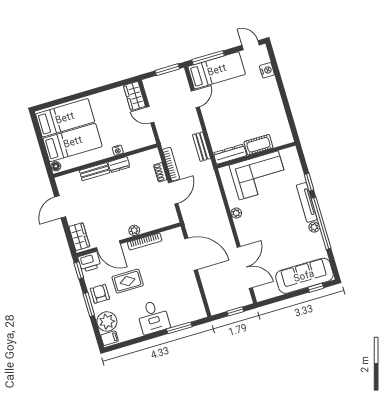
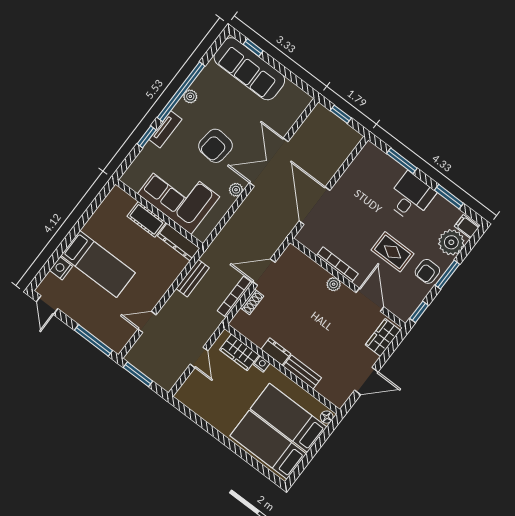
bed: (217, 70) -> (98, 264), moved, turned 180
wardrobe: (134, 96) -> (239, 352), moved, turned 90
tv unit: (307, 202) -> (165, 129), width x0.71
armchair: (272, 220) -> (216, 146), added
printer: (89, 262) -> (402, 307), removed
double door: (245, 267) -> (269, 162), moved
window: (136, 341) -> (449, 197), added

